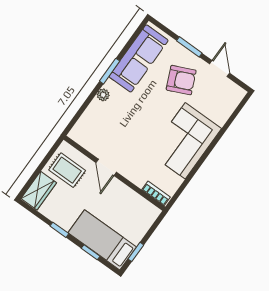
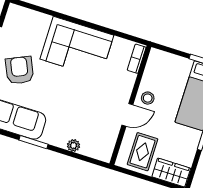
plant: (103, 95) -> (74, 145), moved
stool: (116, 191) -> (148, 98), added

